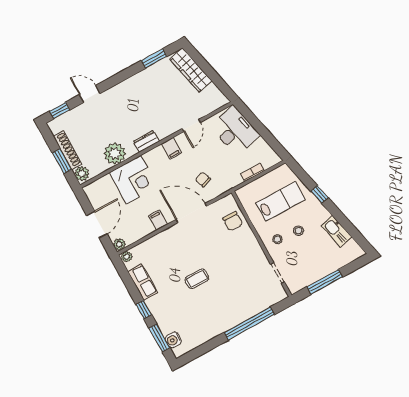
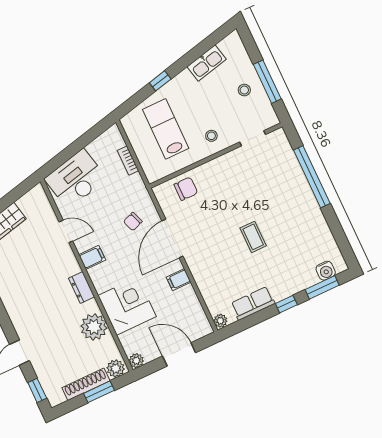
stool: (299, 231) -> (244, 90), moved
plant: (119, 244) -> (136, 361), moved

